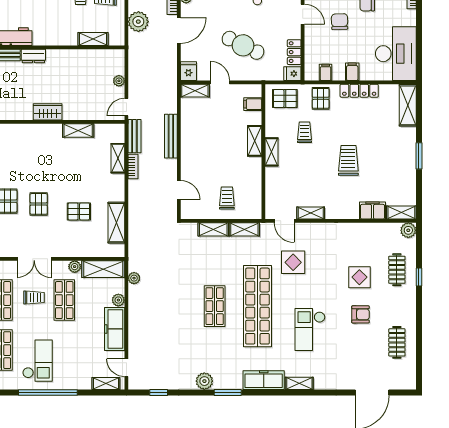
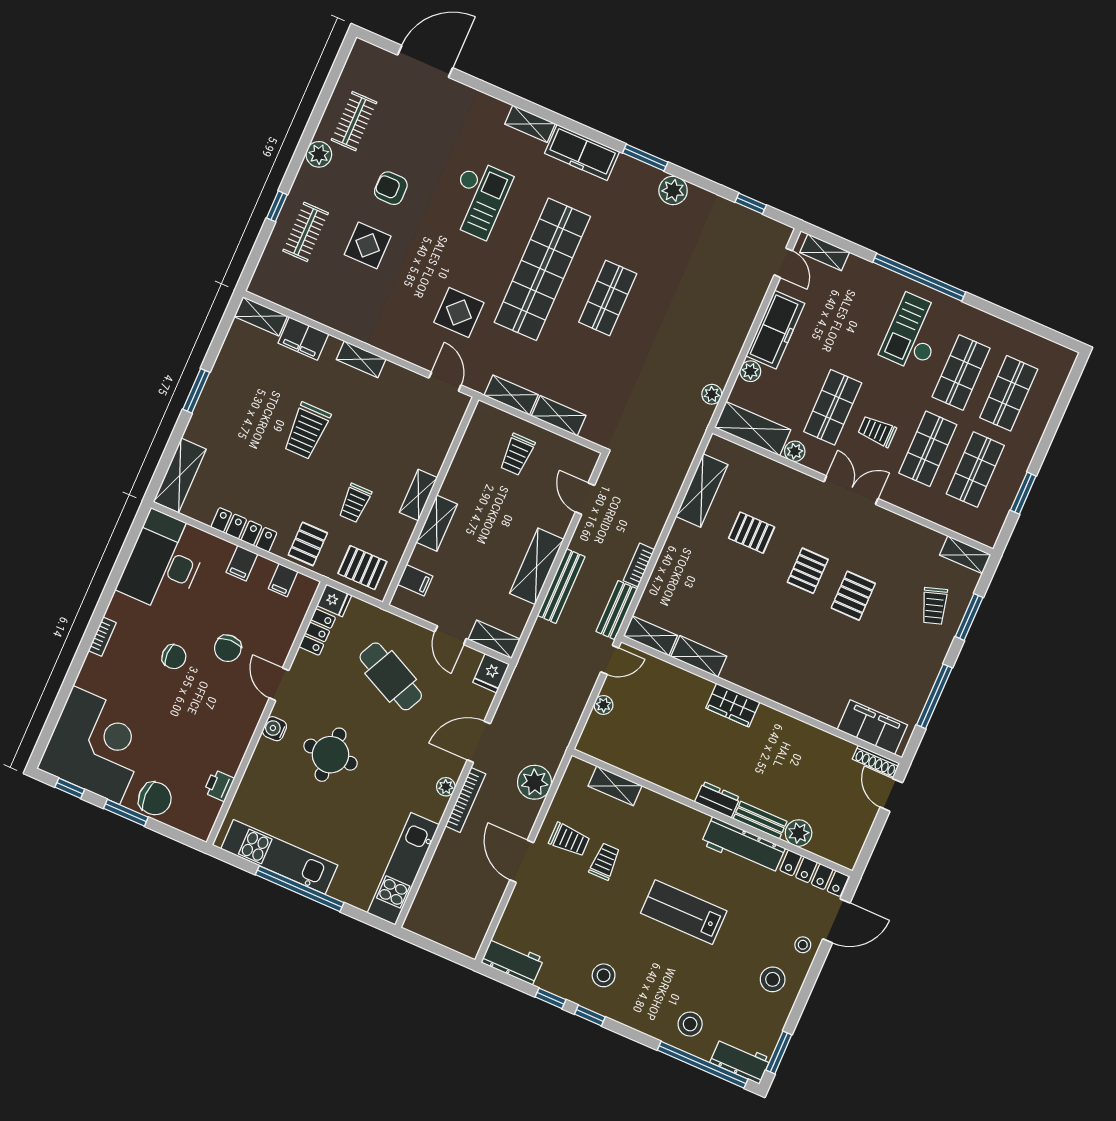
shelving: (189, 141) -> (537, 566), added
shelving: (118, 158) -> (650, 636), moved, turned 90
shelving: (311, 213) -> (361, 359), moved
plant: (408, 230) -> (319, 154), moved

